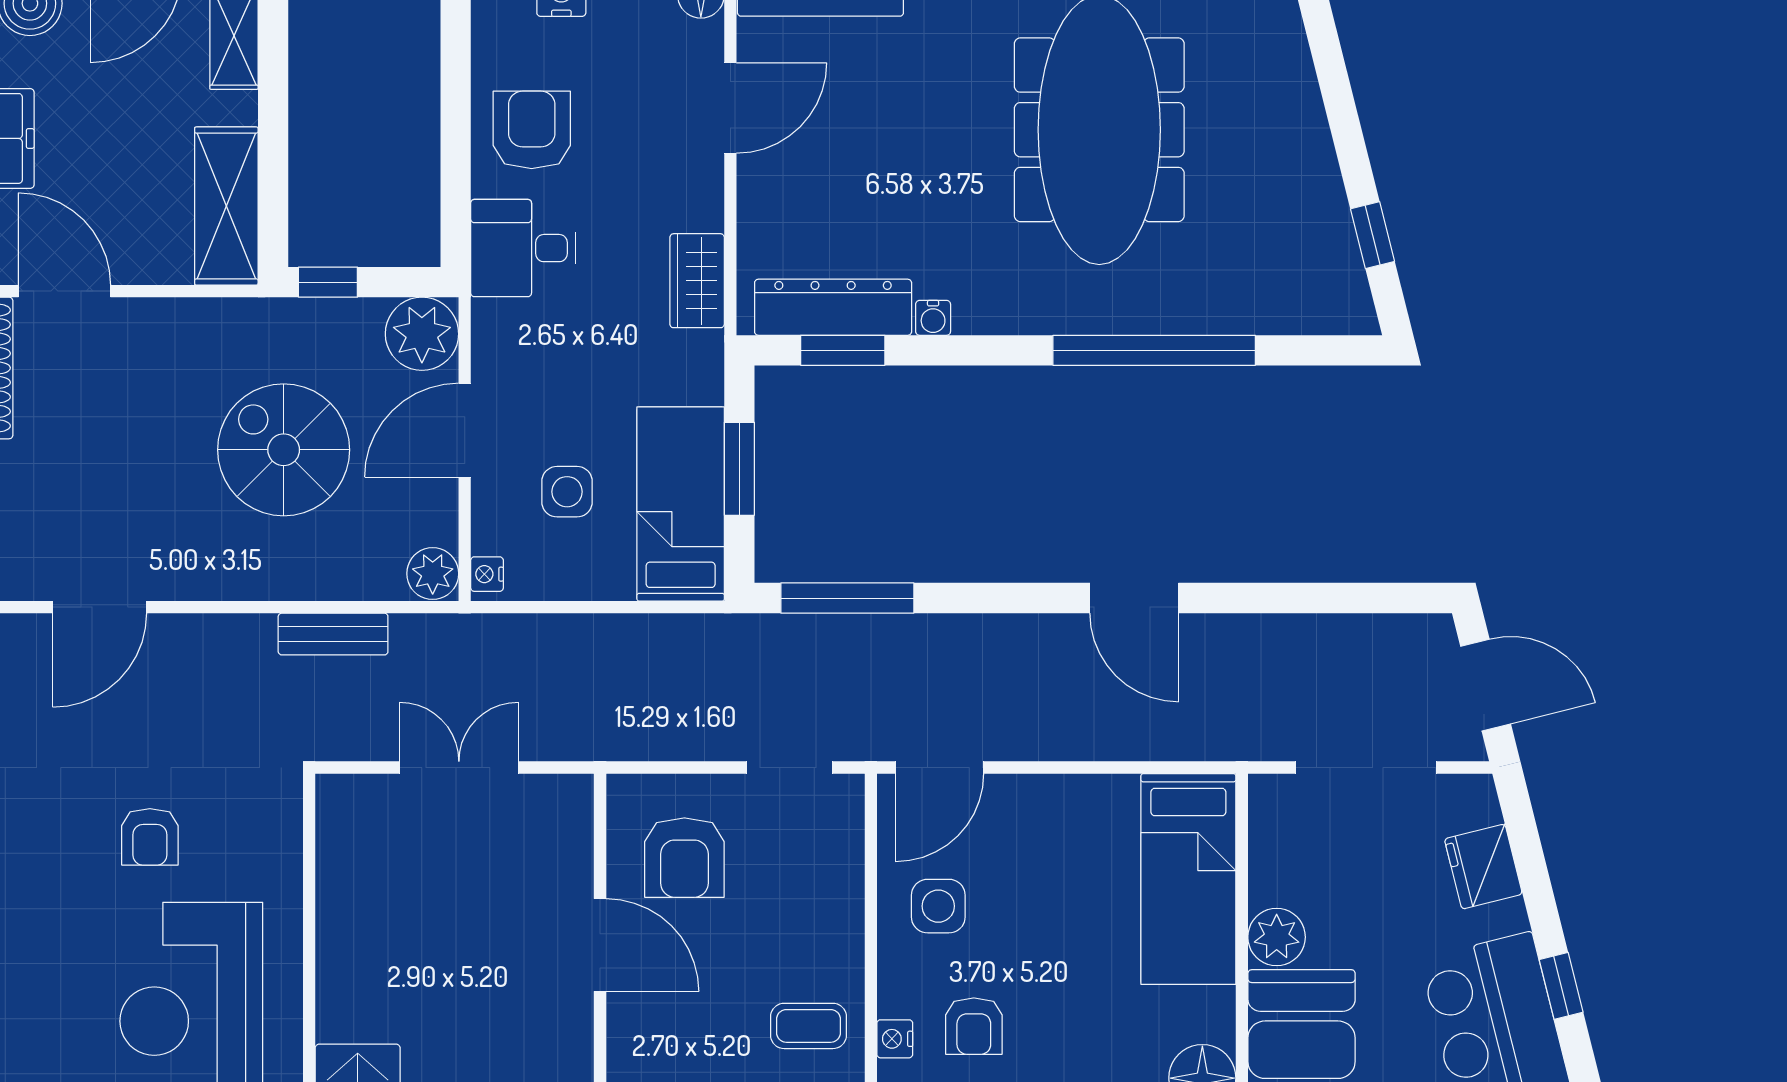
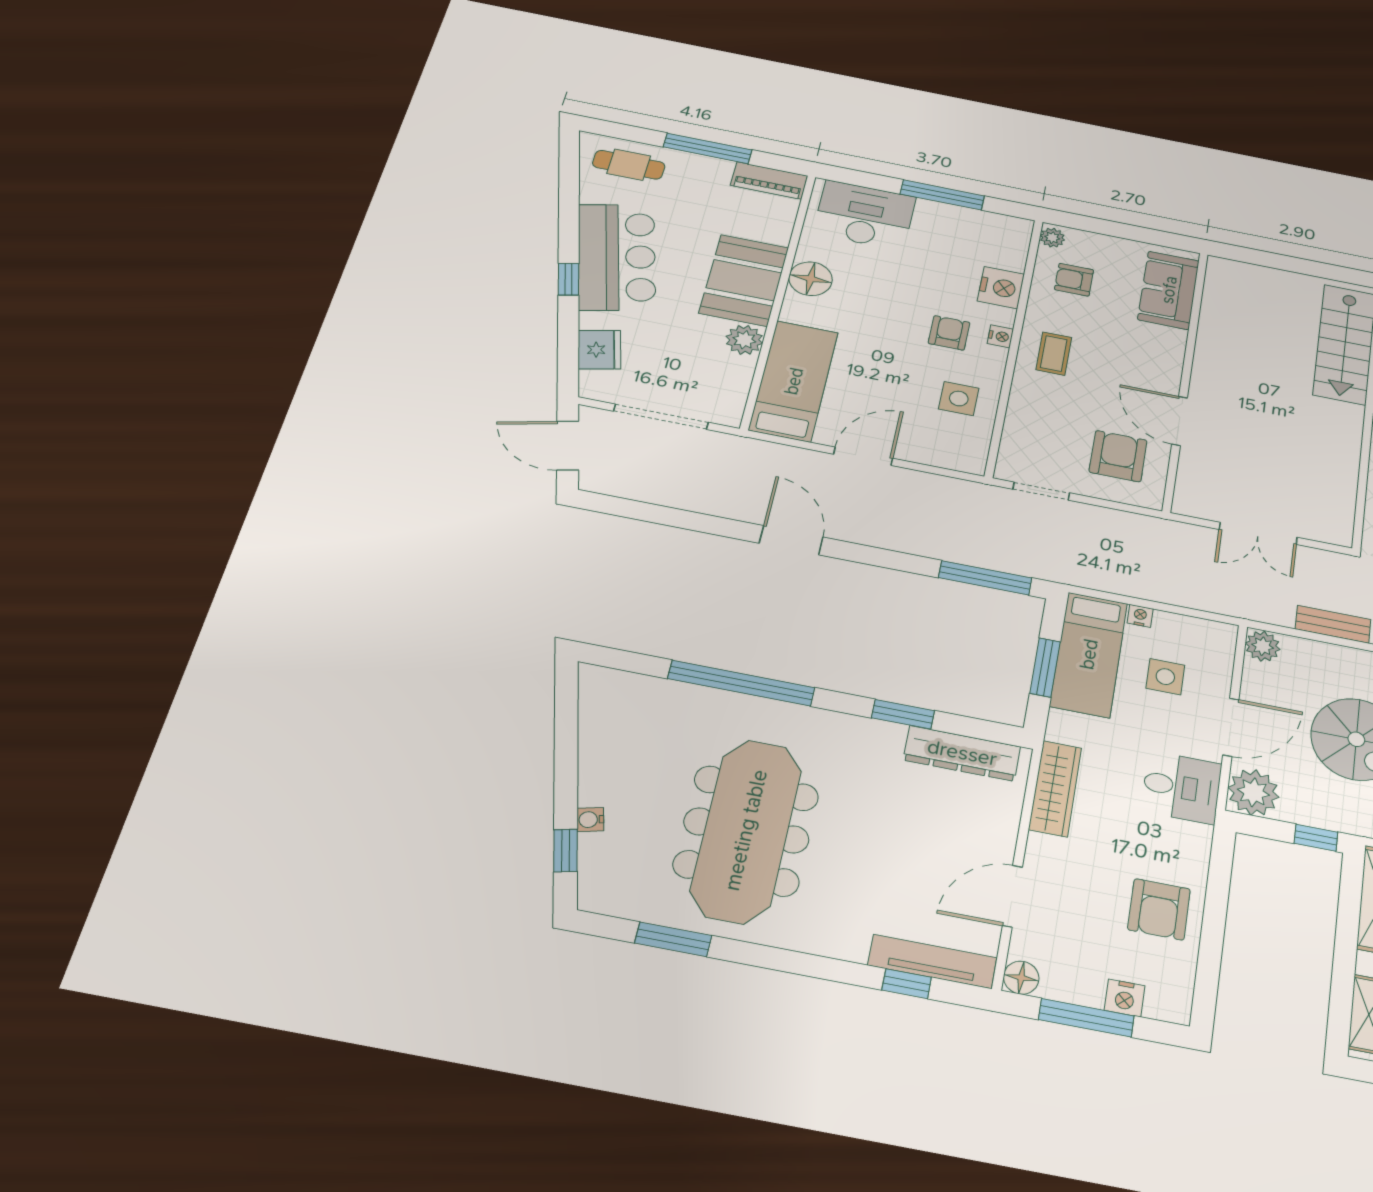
window: (1373, 235) -> (565, 851), moved
desk: (523, 248) -> (1181, 787), moved
wardrobe: (697, 281) -> (1055, 788), width x1.50
water cooler: (933, 318) -> (590, 820), moved, turned -104
window: (843, 350) -> (903, 714), moved
nightstand: (487, 574) -> (1140, 616), moved, turned -90
door: (940, 768) -> (863, 456), moved
coffee table: (808, 1026) -> (1054, 354), turned 90

